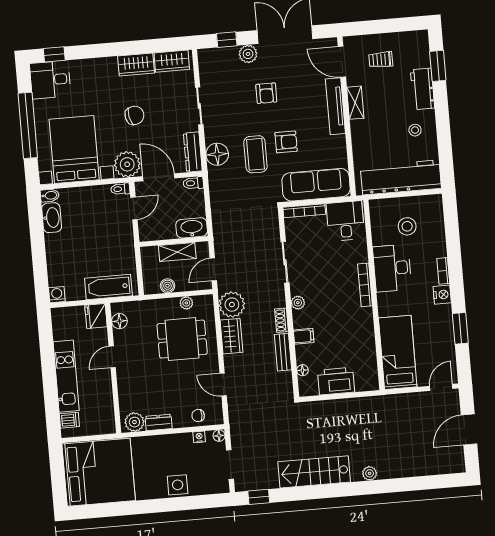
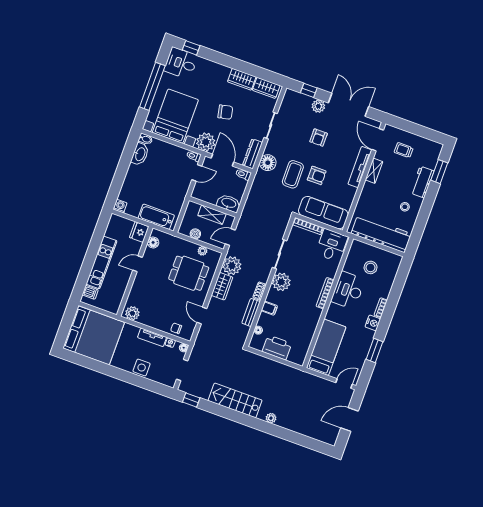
plant: (298, 303) -> (281, 282), width x1.88, depth x1.88
dresser: (159, 422) -> (148, 321), removed
tv unit: (173, 441) -> (152, 337), added

